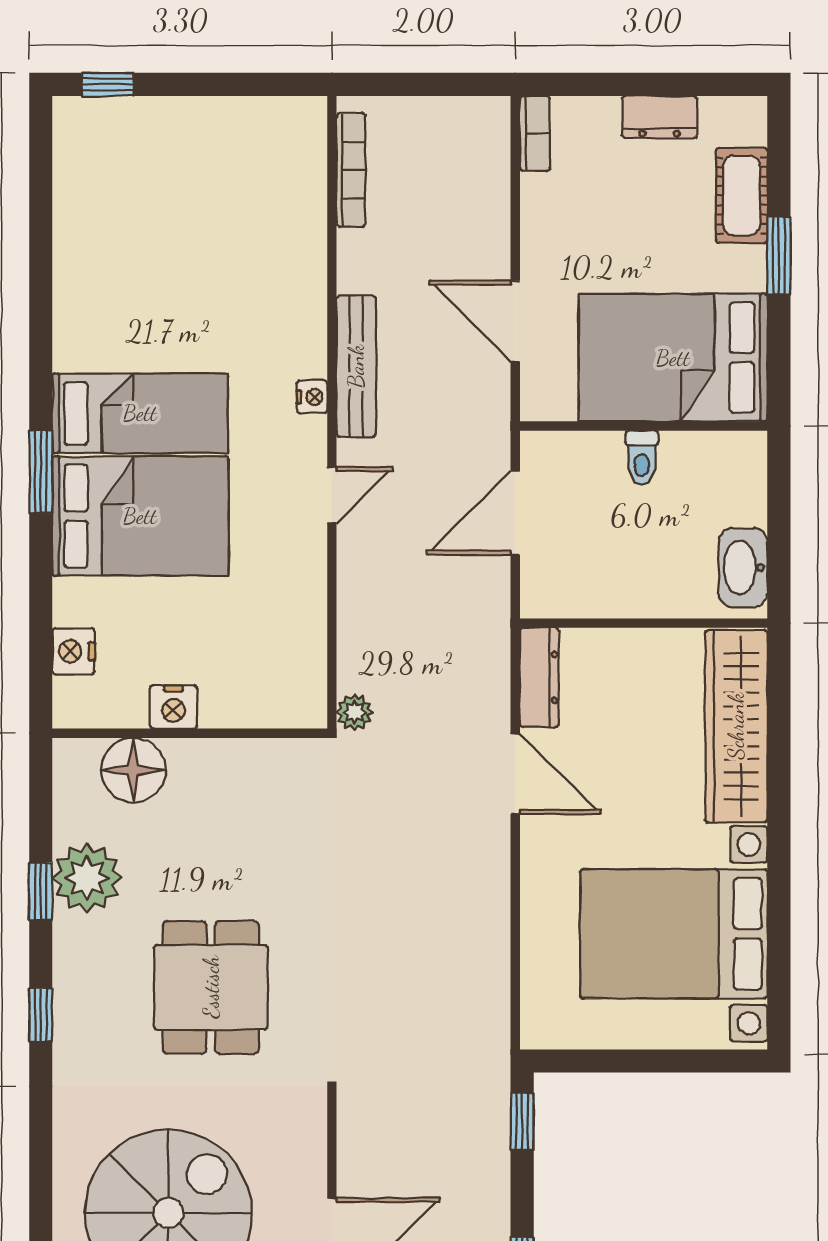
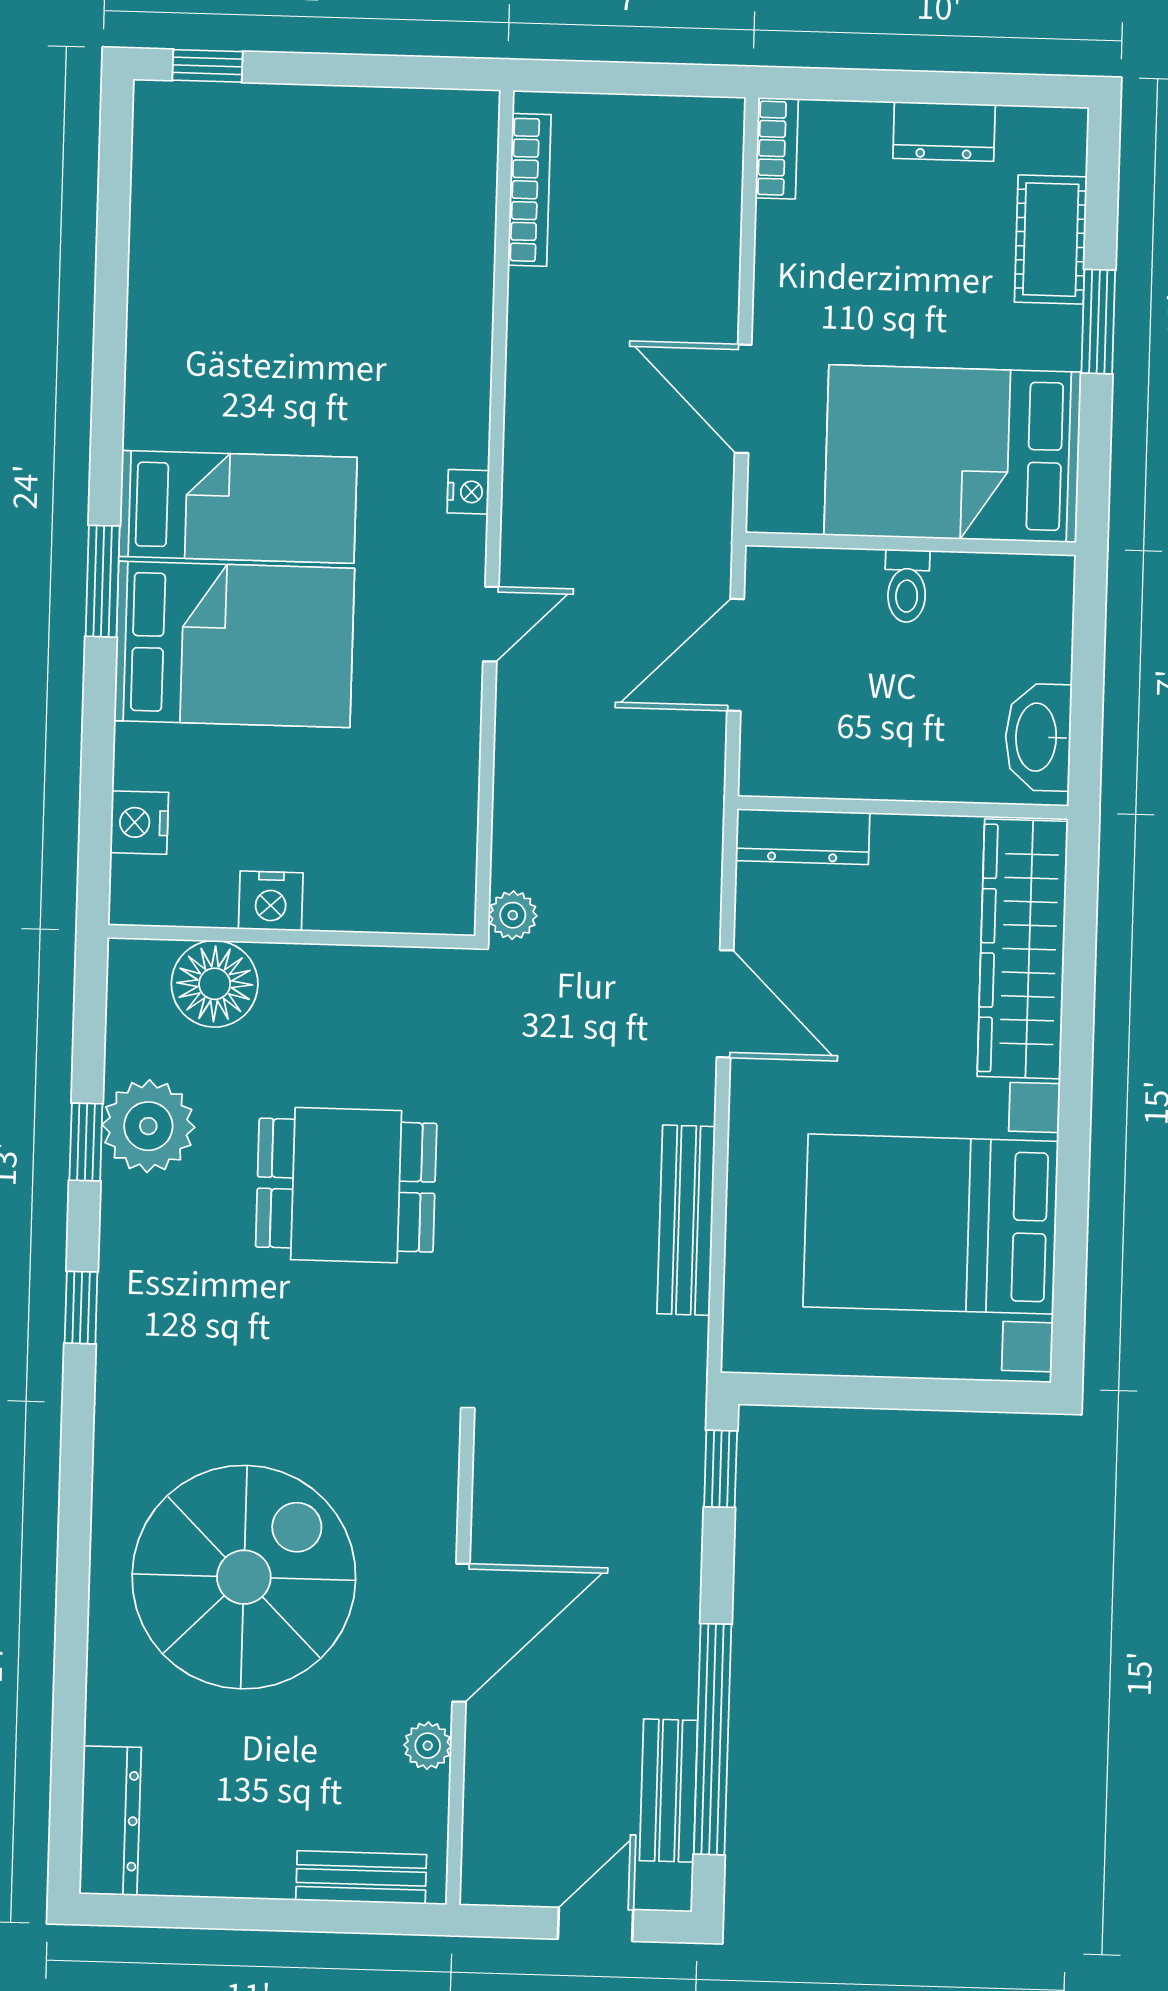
bench: (356, 366) -> (686, 1220), moved
dresser: (539, 677) -> (803, 837), moved, turned 90
dining table: (211, 987) -> (346, 1185), moved, turned 90

